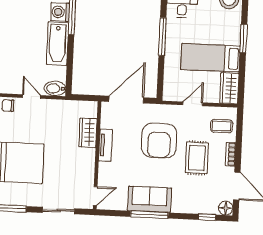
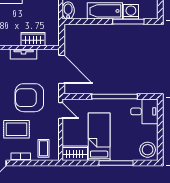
window: (162, 37) -> (114, 96), width x1.46
window: (243, 39) -> (116, 163), width x1.44
door: (193, 104) -> (61, 110), moved

